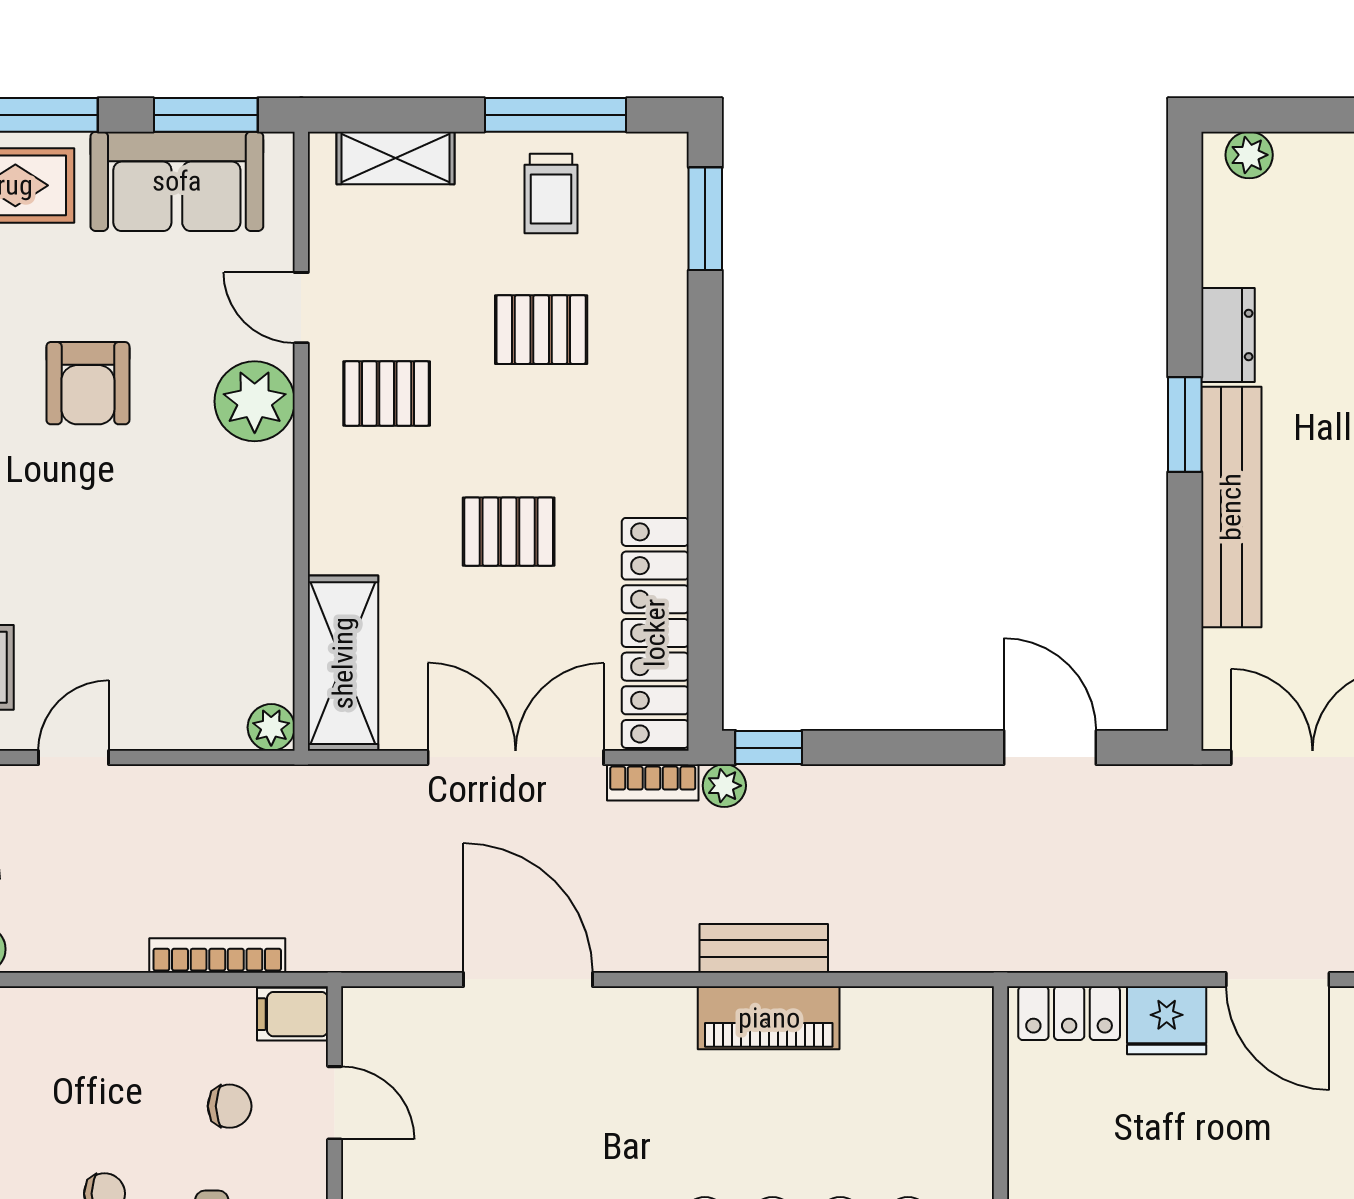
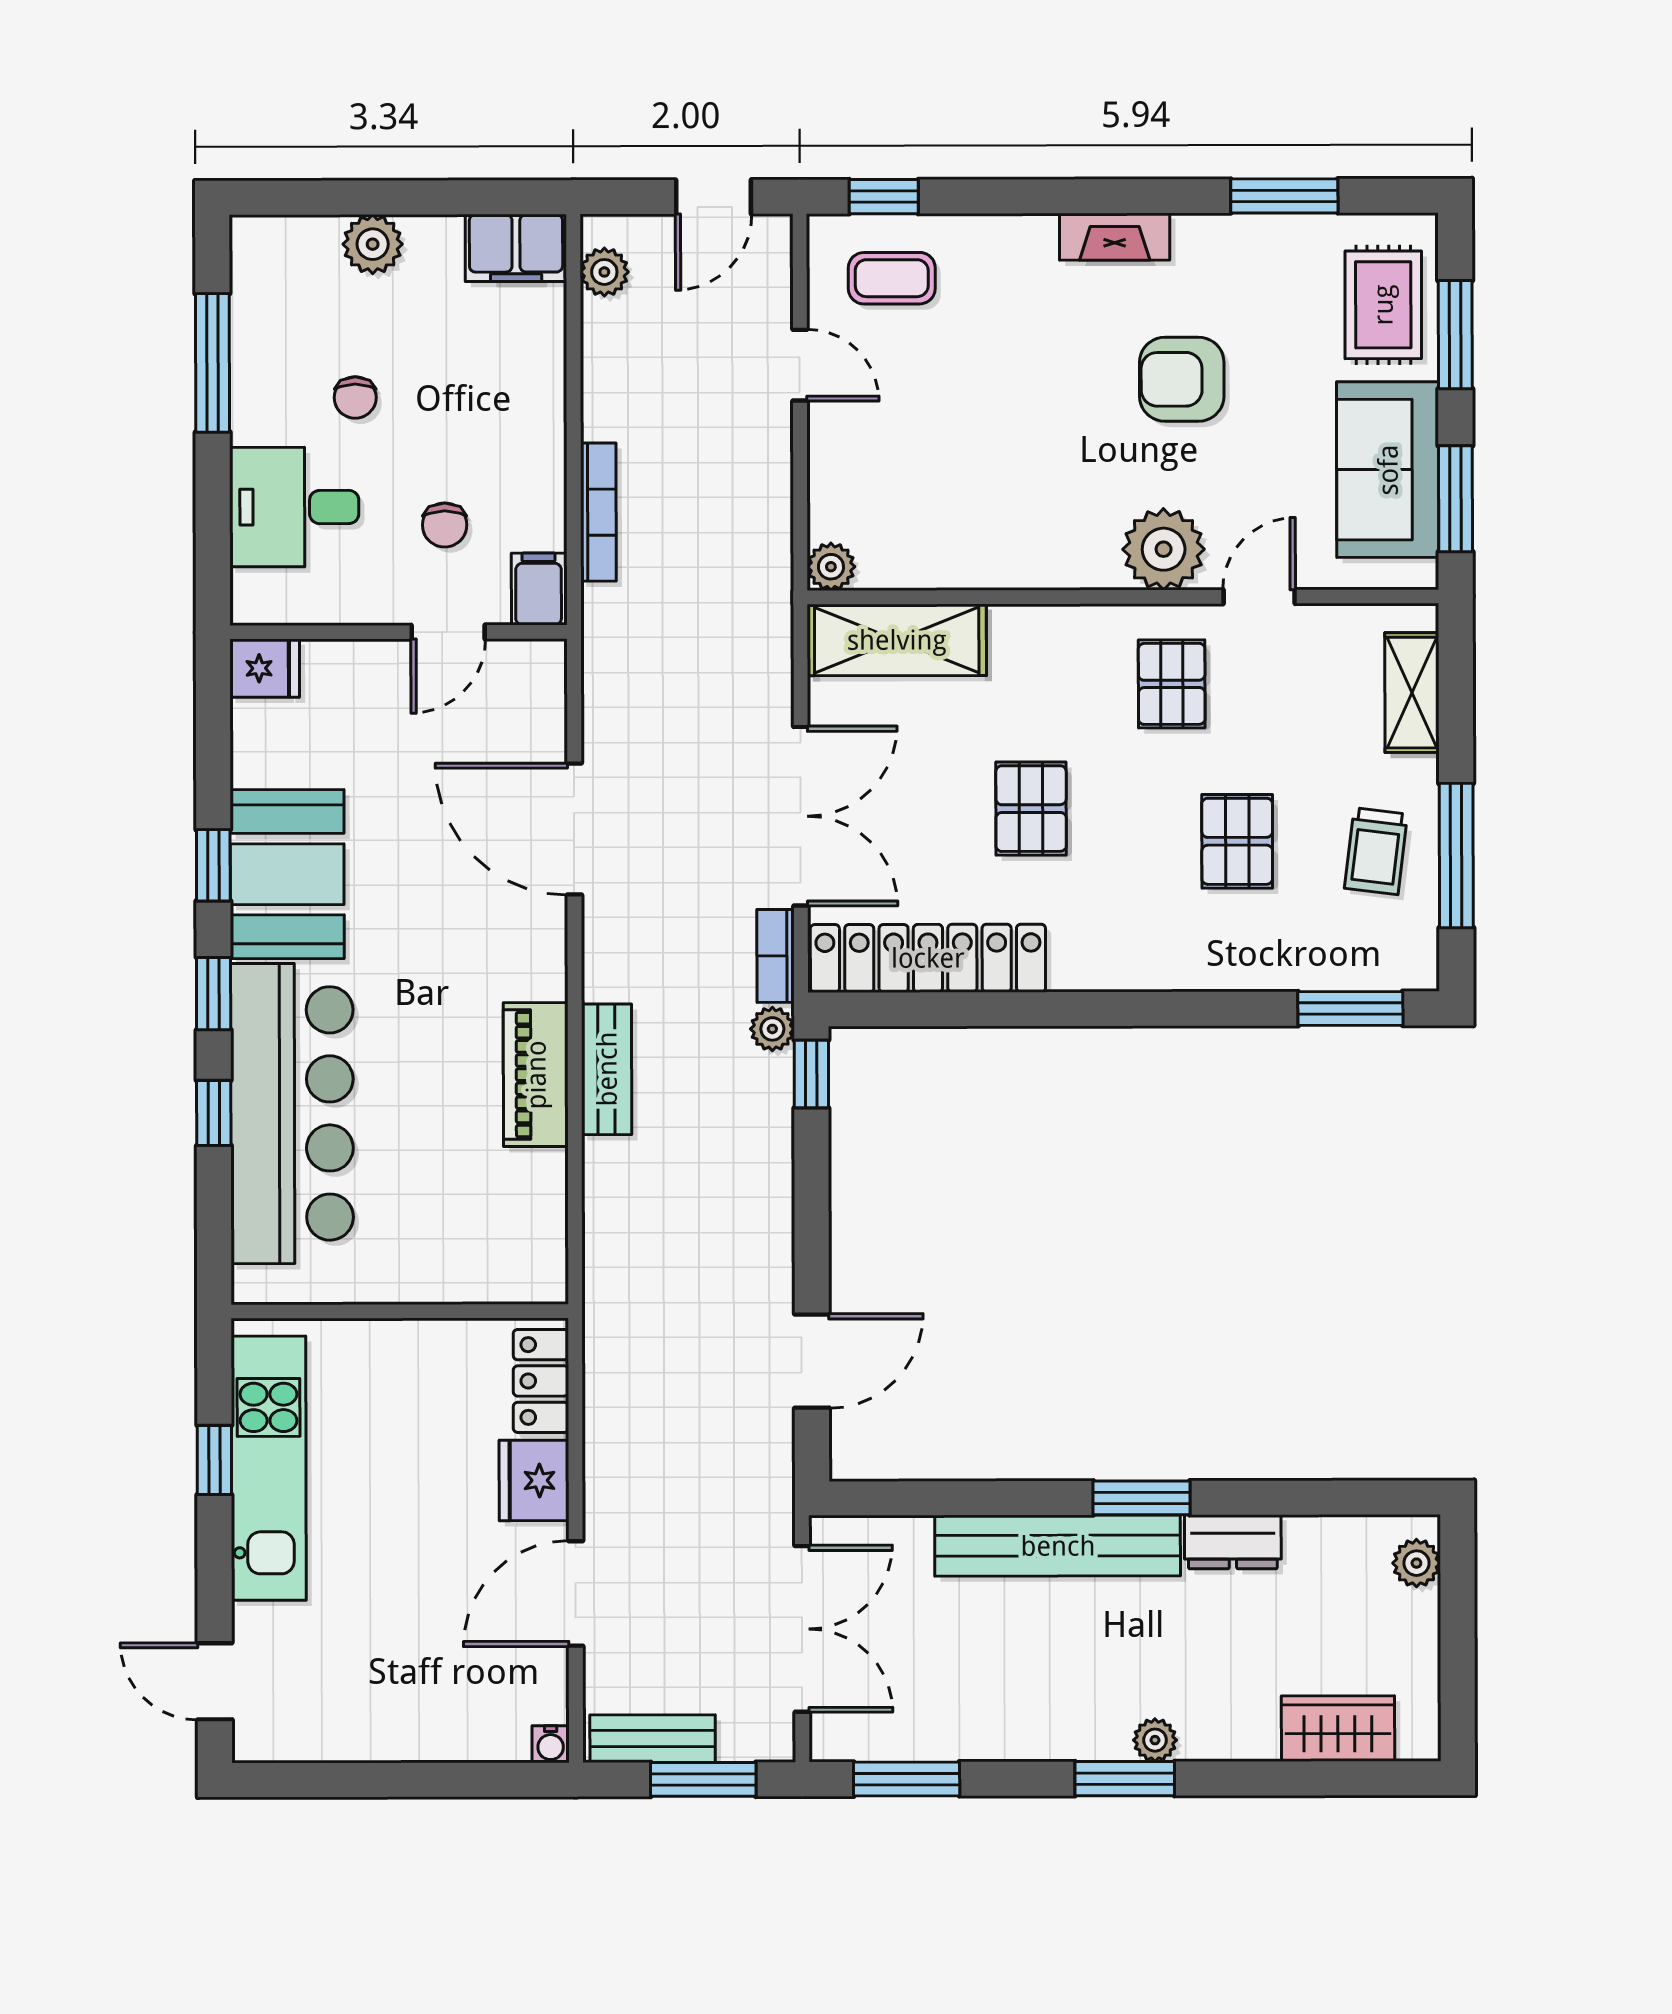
trolley: (551, 193) -> (1376, 851), turned -83
door: (528, 979) -> (574, 829), swing flipped

